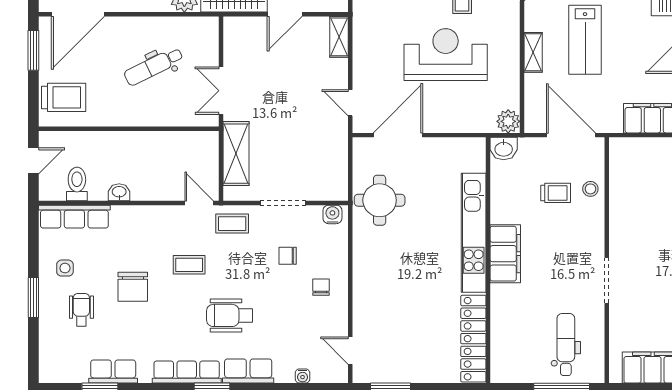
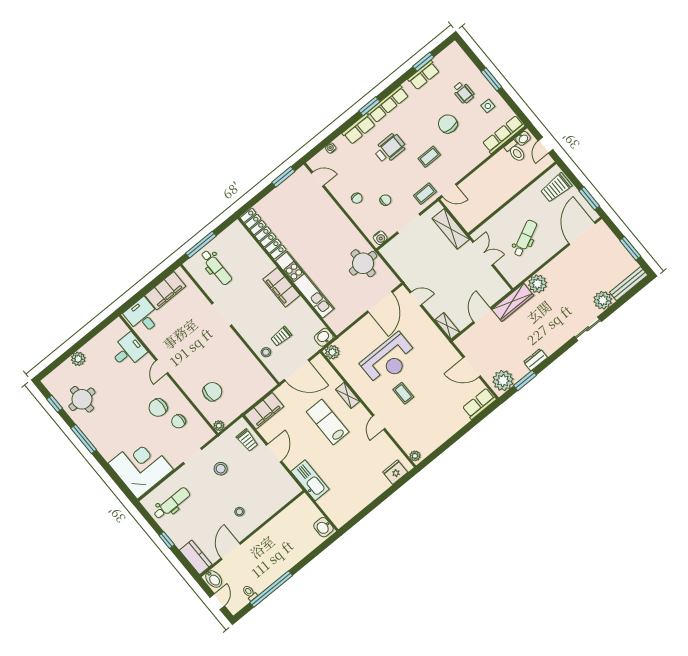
washbasin: (119, 192) -> (523, 138), moved

